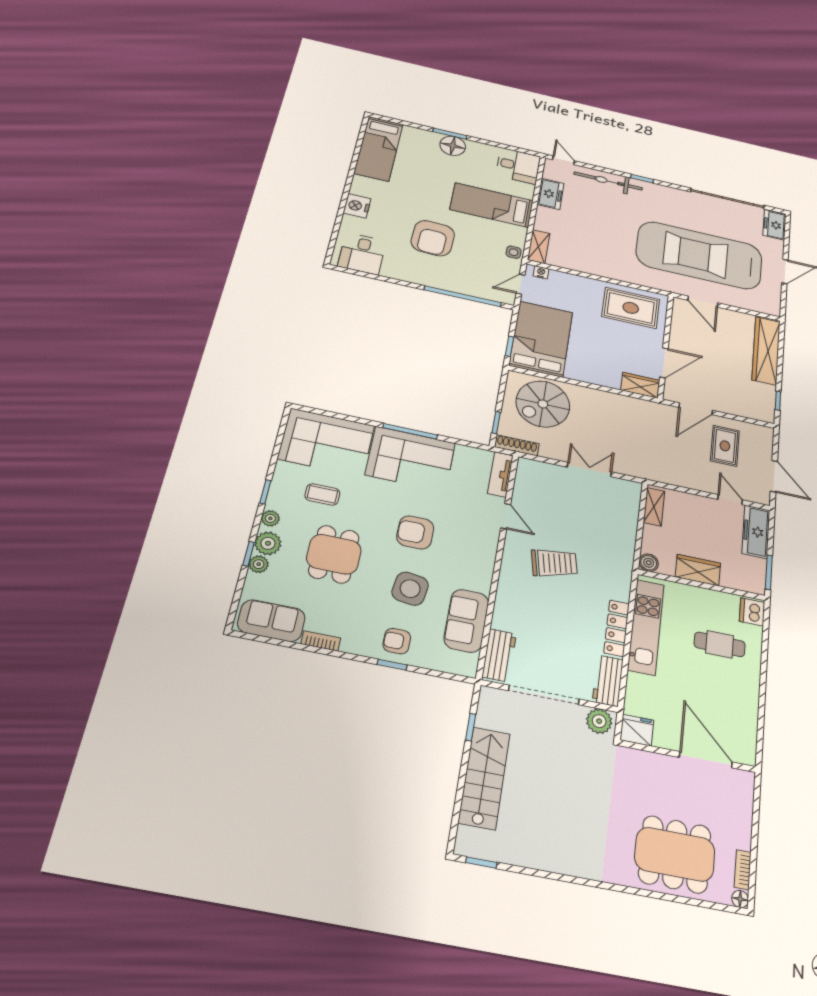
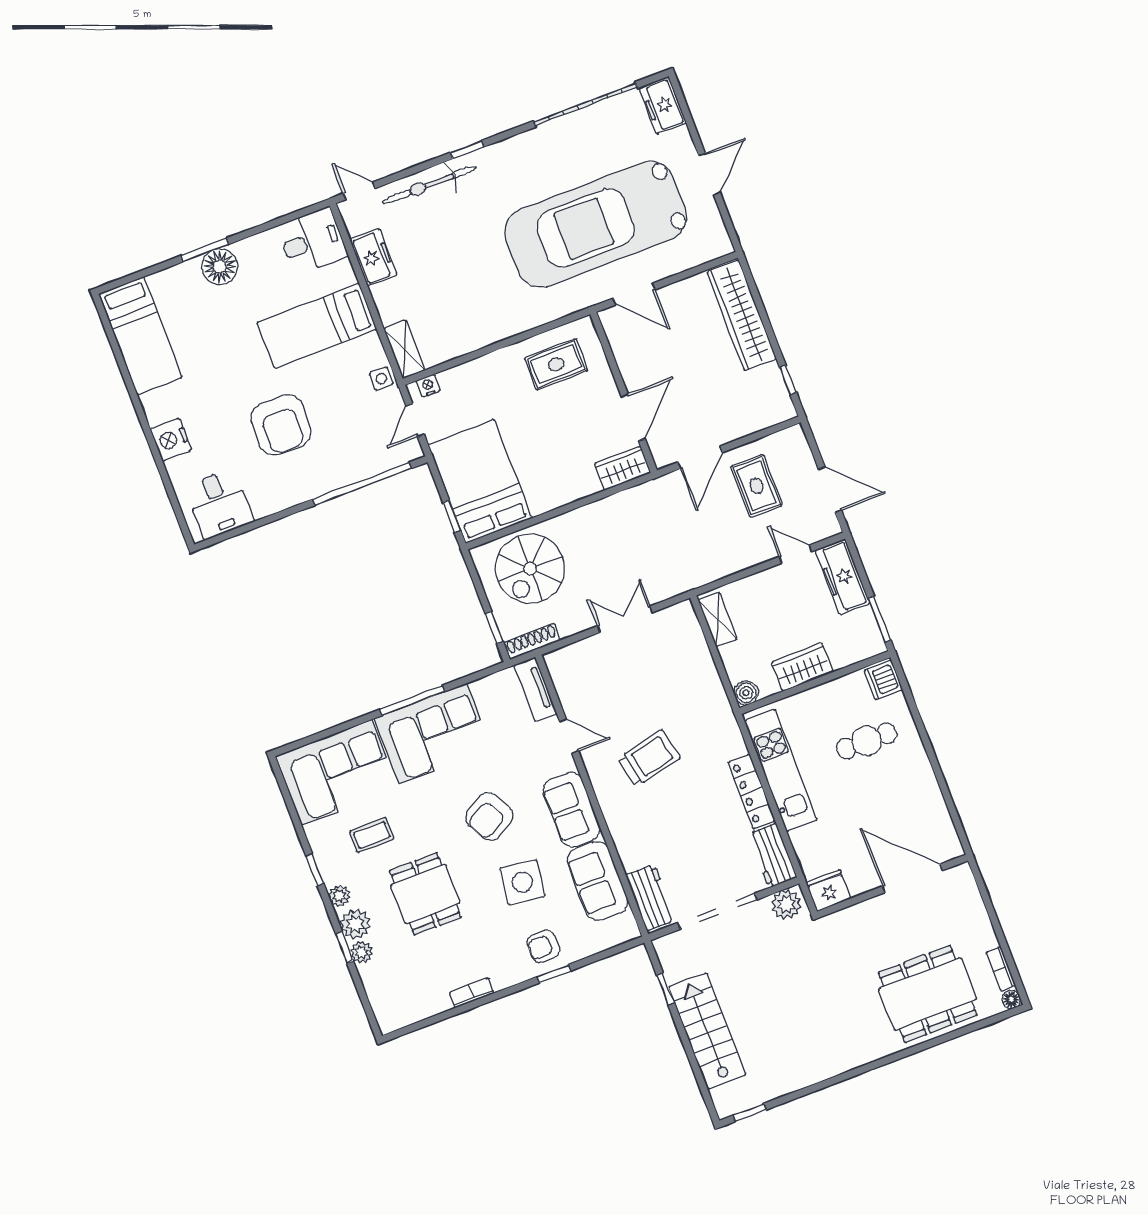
rug: (631, 308) -> (556, 364), width x0.73, depth x0.70
armchair: (415, 532) -> (490, 816), turned -30
sofa: (271, 621) -> (572, 810), moved, turned -90

